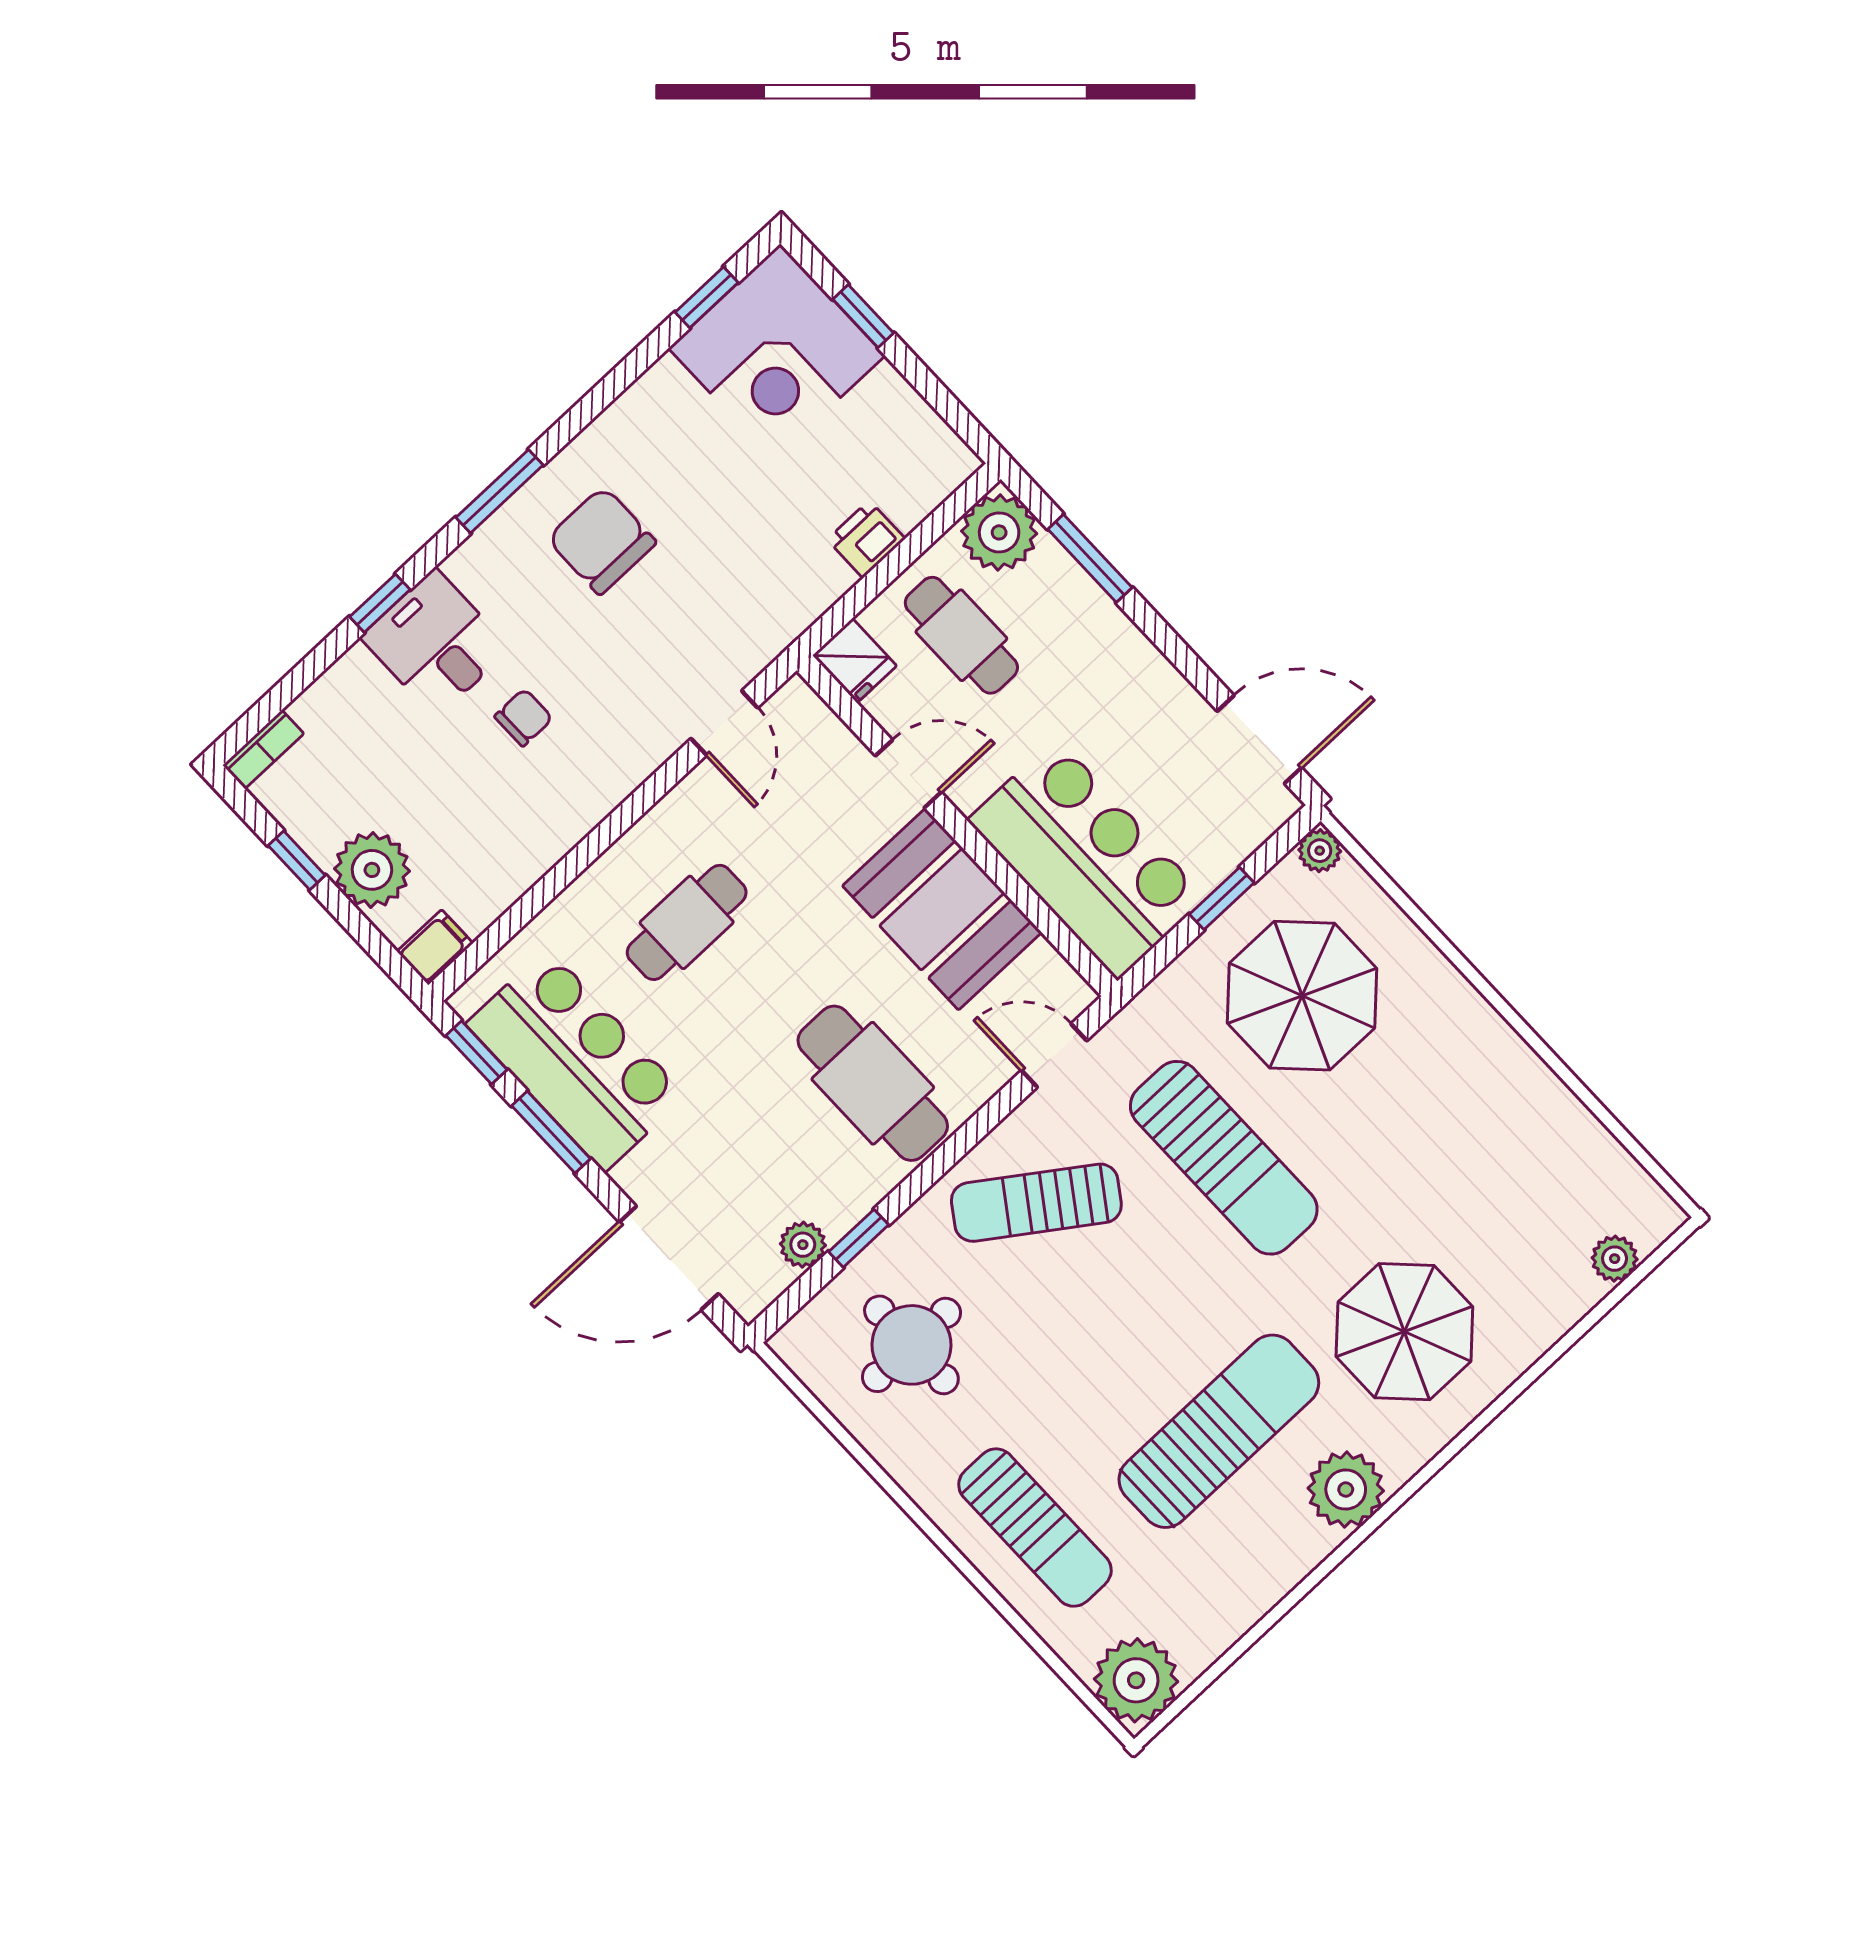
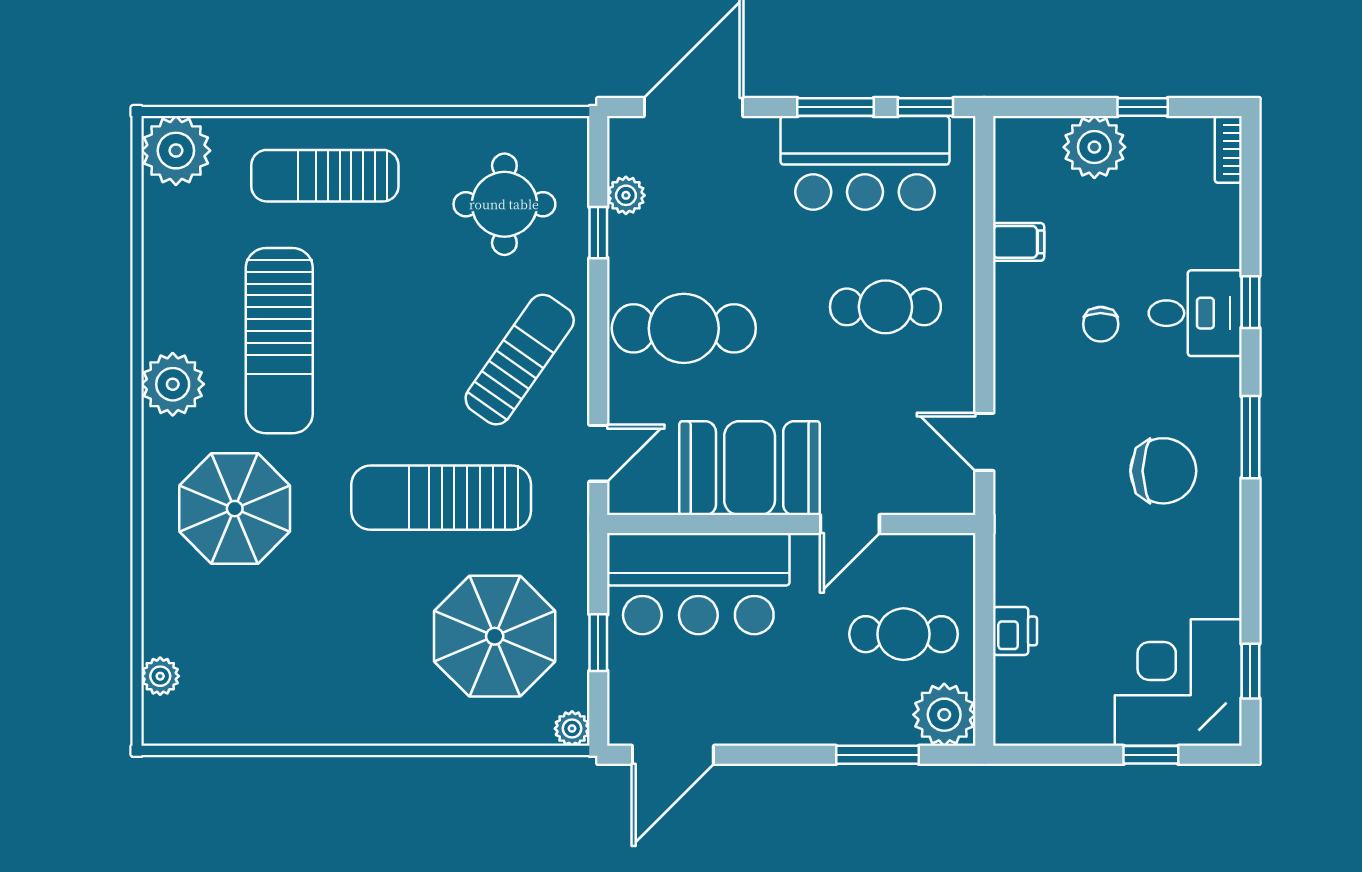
fridge: (855, 661) -> (949, 556), removed
cafe table: (687, 922) -> (885, 307), turned 90
filing cabinet: (435, 947) -> (1019, 242), moved, turned -90

